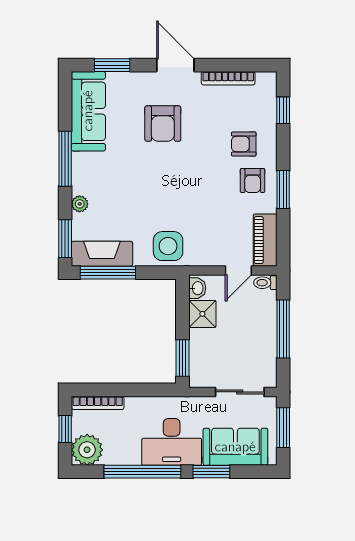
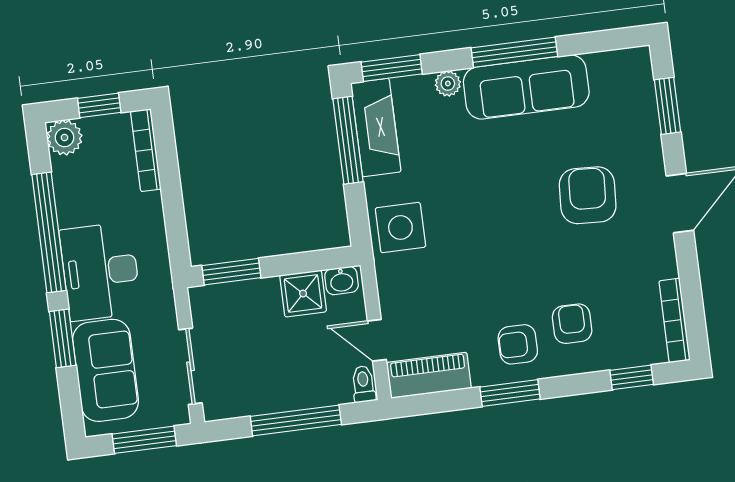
bookcase: (228, 78) -> (674, 320), moved
sofa: (88, 111) -> (526, 87), moved
armchair: (163, 124) -> (588, 195), turned 93
plant: (87, 450) -> (64, 138), width x0.73, depth x0.73

